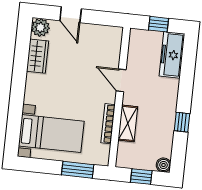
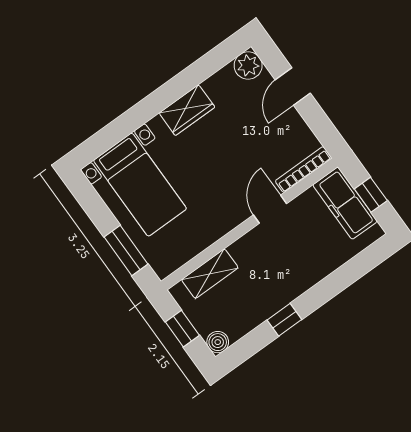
freezer: (172, 55) -> (345, 203), moved, turned -90
wardrobe: (38, 56) -> (187, 110), moved
shelving: (128, 123) -> (210, 274), moved
bookcase: (108, 124) -> (303, 170), moved

